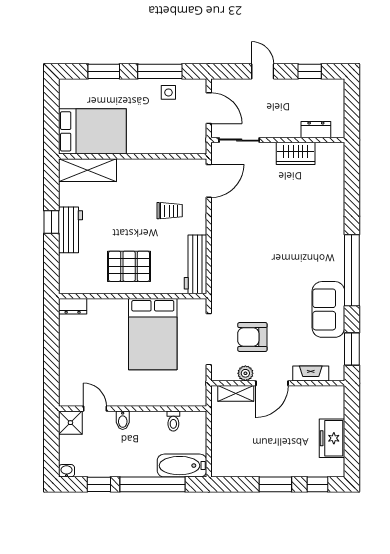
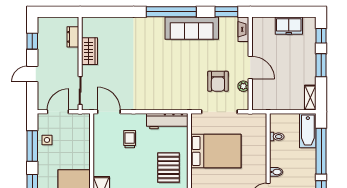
sofa: (328, 309) -> (192, 28), width x1.36
fireplace: (311, 373) -> (243, 29), moved
shelving: (236, 393) -> (310, 98), moved

